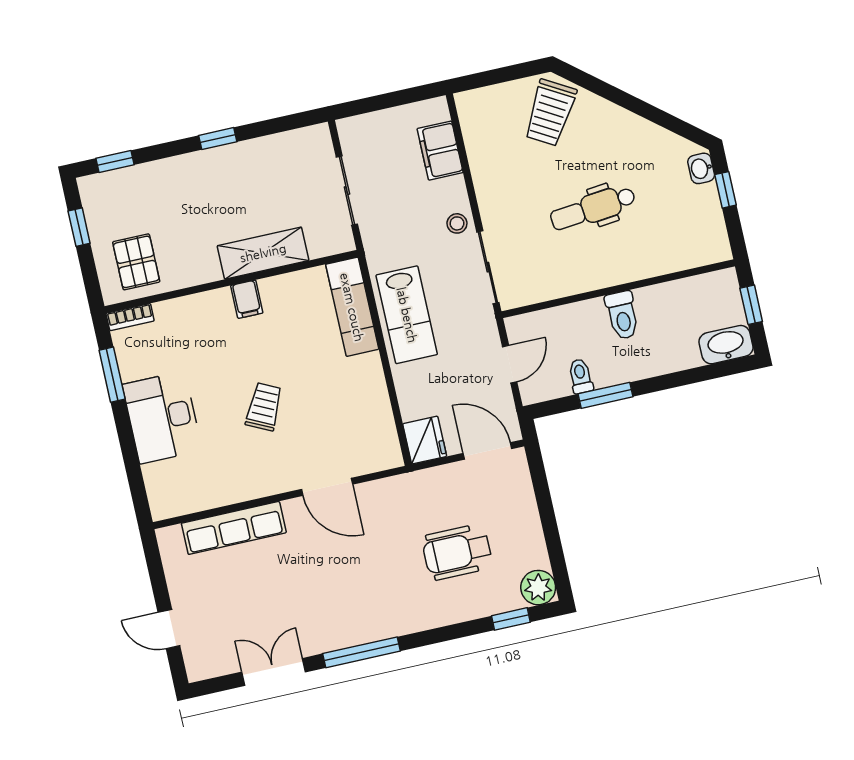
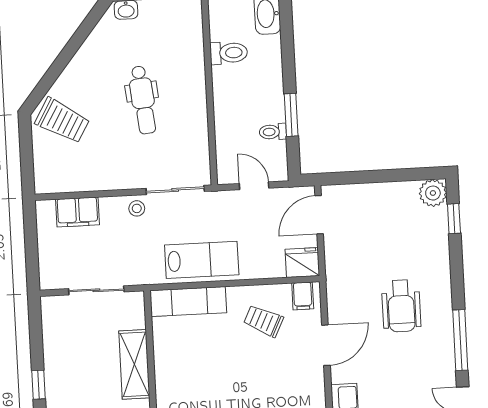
filing cabinet: (247, 299) -> (303, 296), moved, turned 90
toilet: (622, 315) -> (229, 53), moved
trolley: (264, 407) -> (263, 321), moved
wheelchair: (457, 552) -> (401, 306), moved

